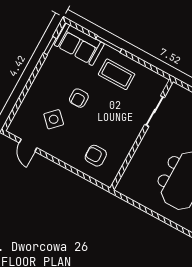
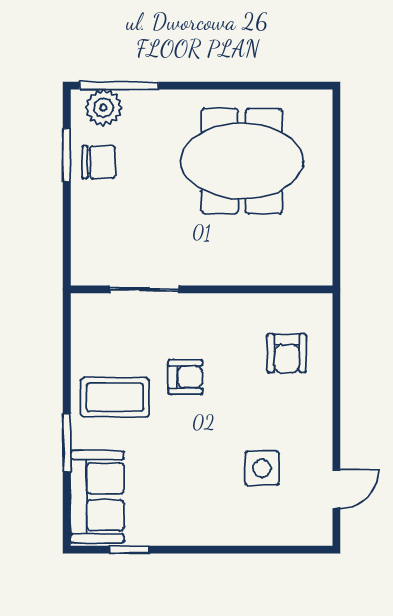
coffee table: (117, 74) -> (115, 397), turned 90
armchair: (79, 98) -> (185, 377), moved
side table: (54, 119) -> (262, 468), turned 45

